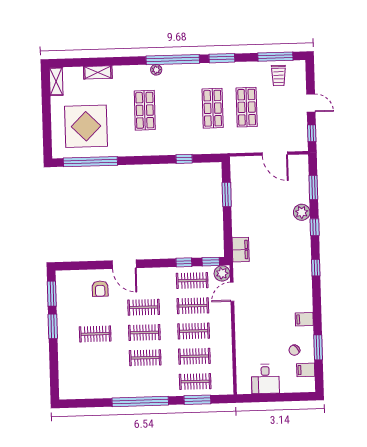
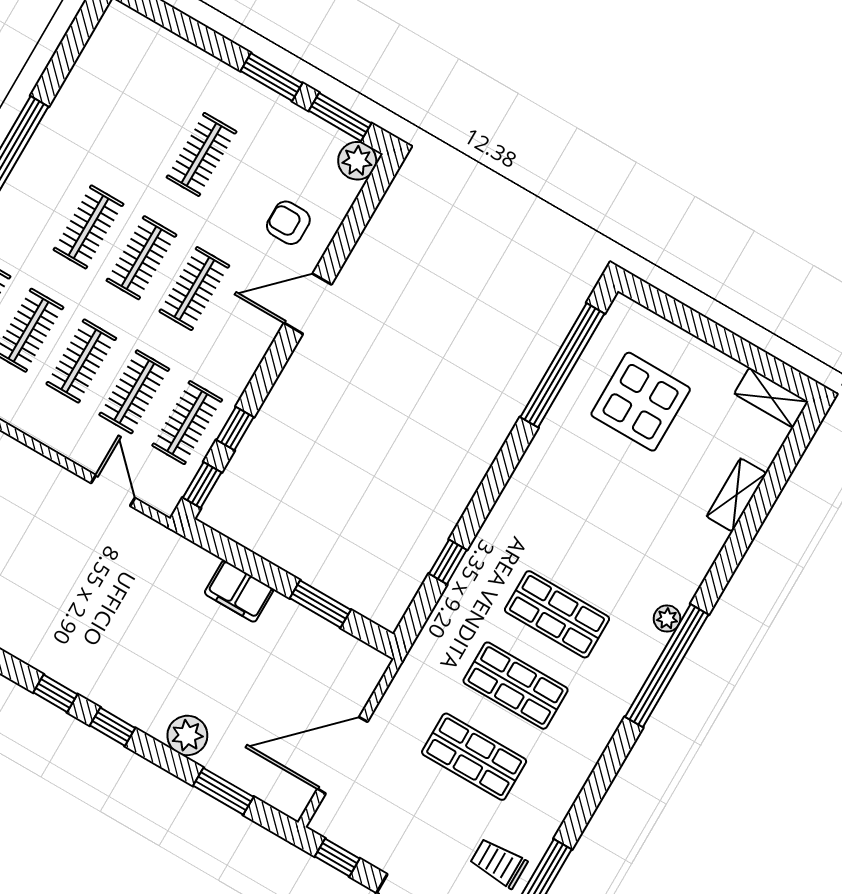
window: (222, 58) -> (607, 768), removed
shop shelf: (145, 110) -> (557, 614), moved
display table: (86, 126) -> (641, 402), width x0.73, depth x0.73
door: (275, 154) -> (342, 755), width x1.36
window: (315, 227) -> (113, 727), moved
filing cabinet: (241, 250) -> (239, 591), moved
plant: (222, 273) -> (357, 161), moved

